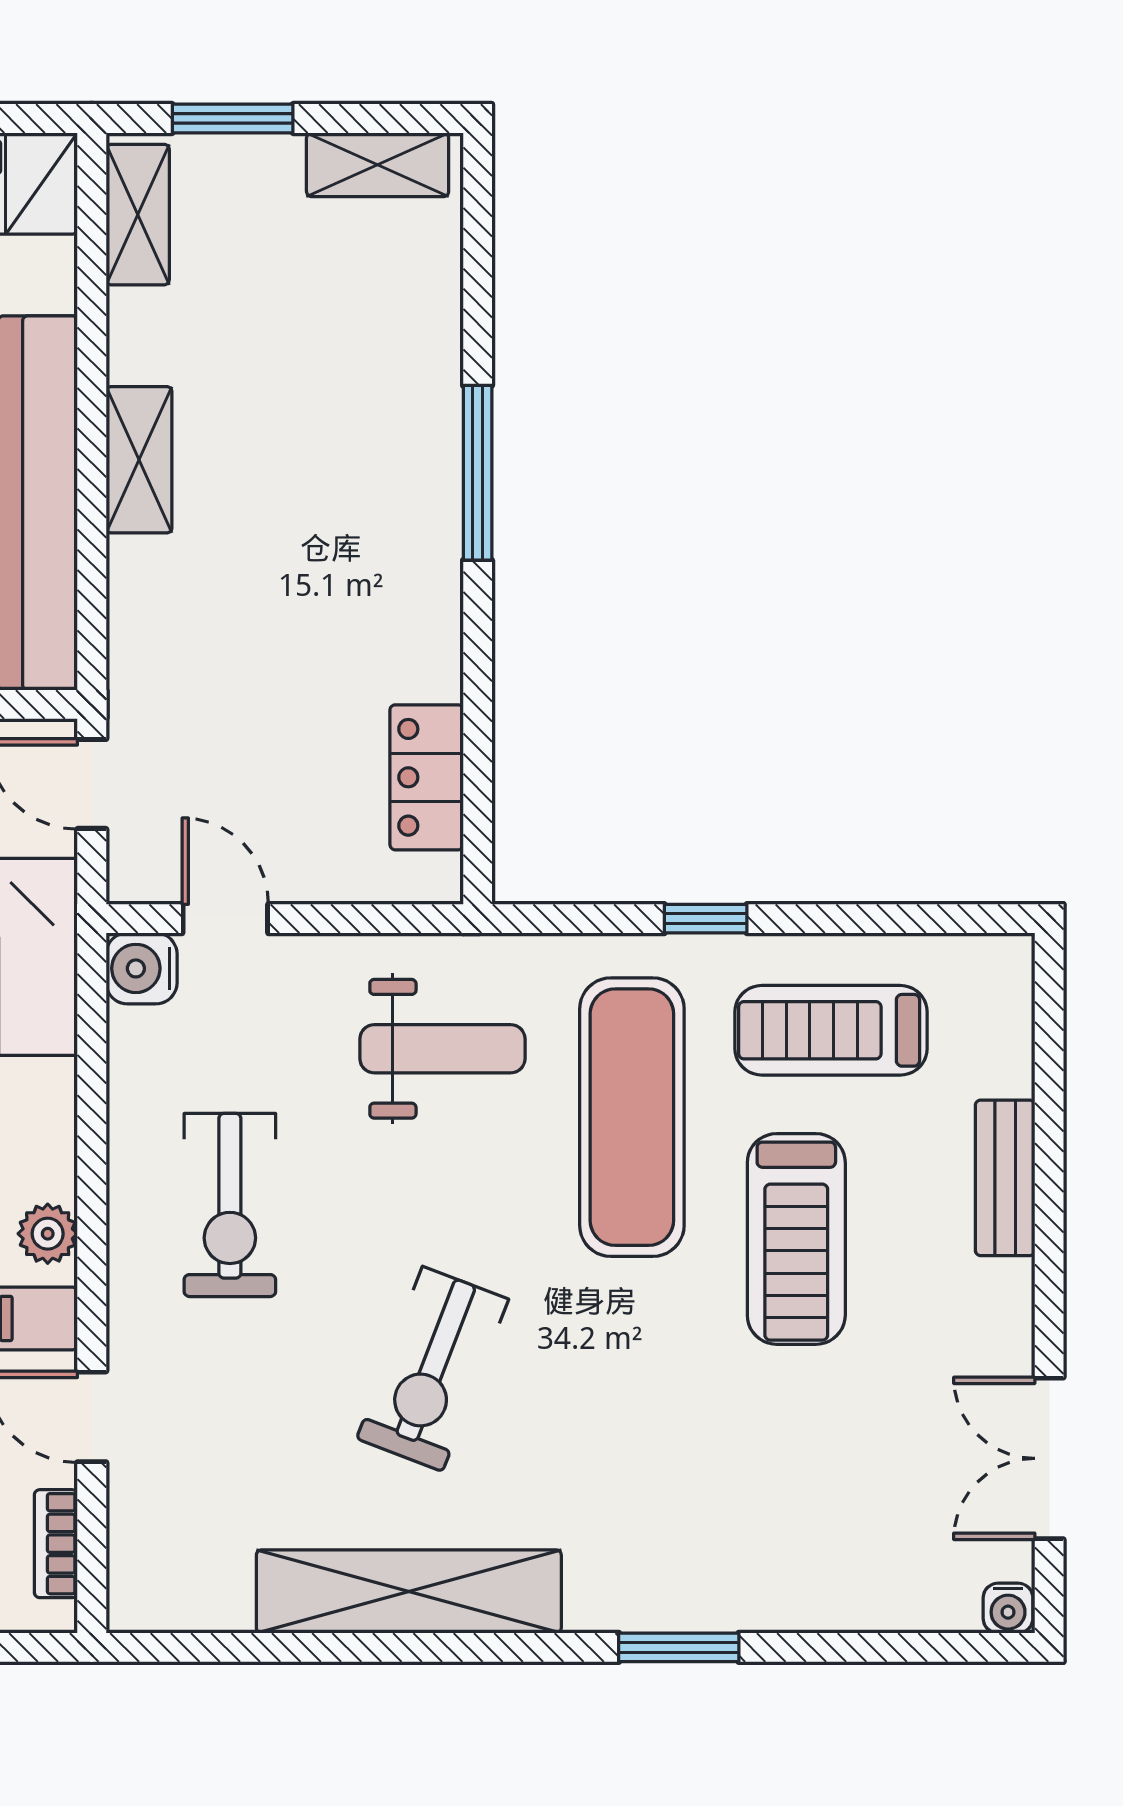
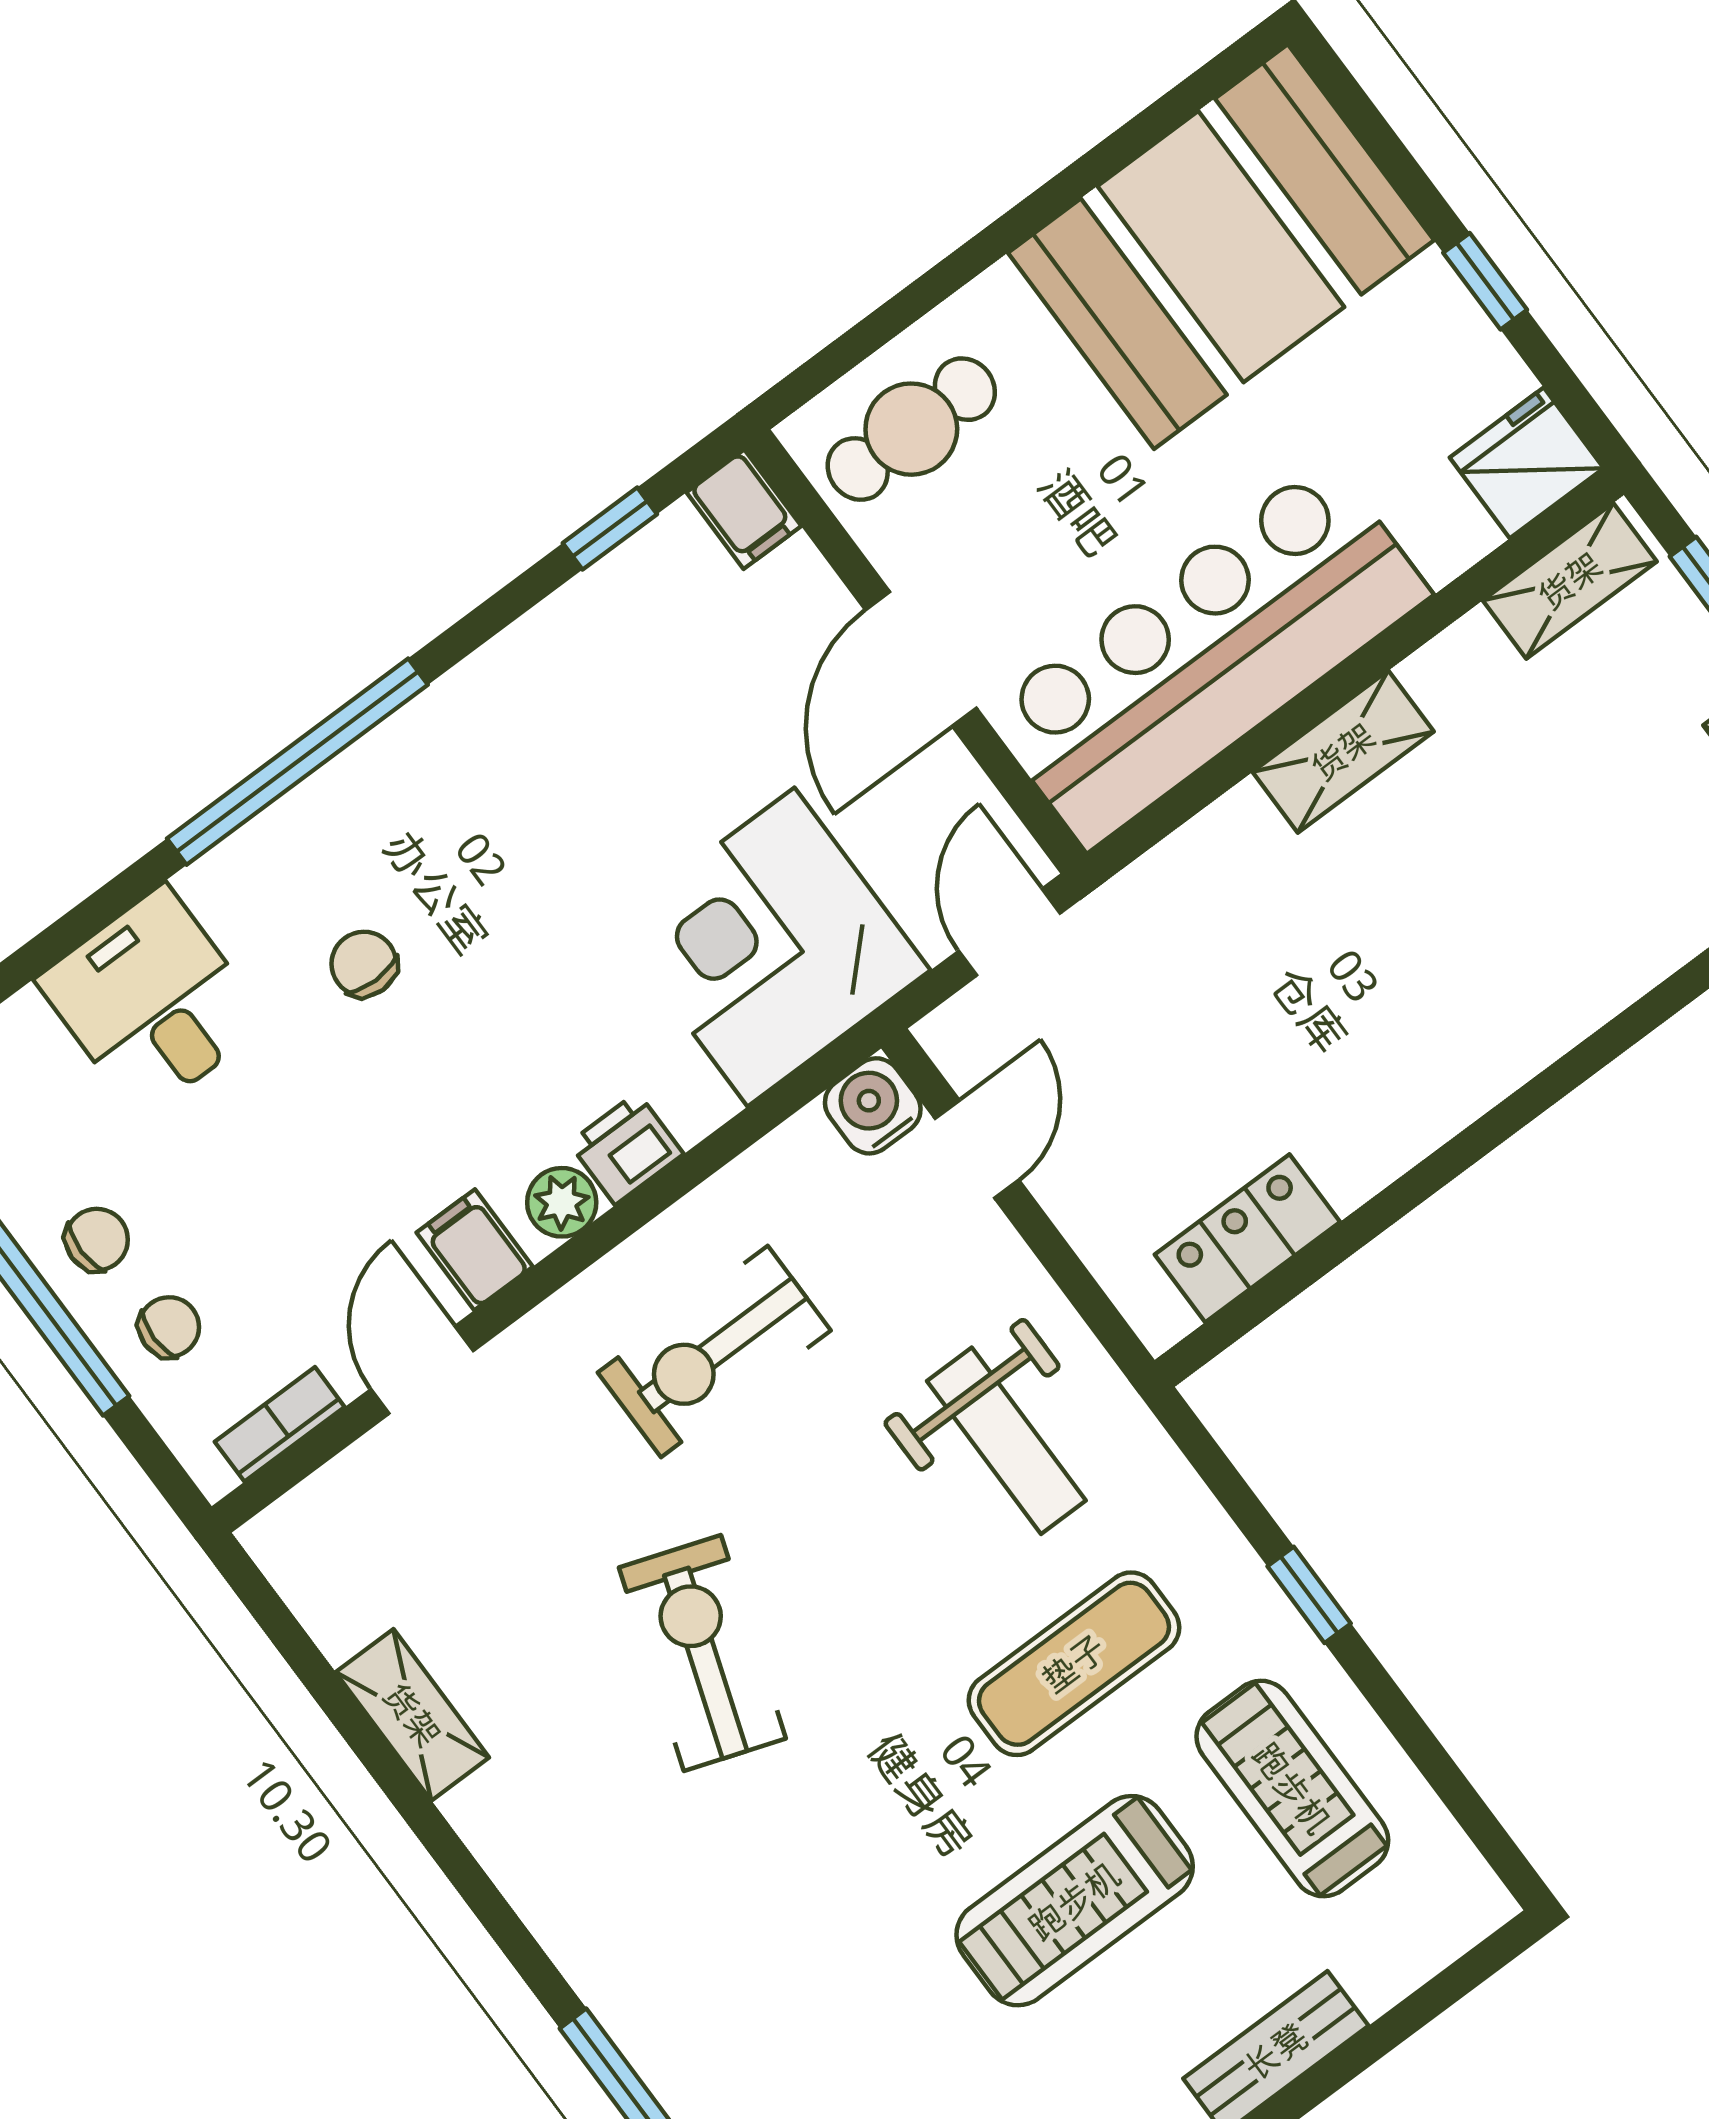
window: (478, 473) -> (1565, 1075), removed
exercise mat: (632, 1117) -> (1074, 1664), width x0.73, depth x0.69
printer: (44, 1161) -> (626, 1149), added
exercise bike: (433, 1369) -> (702, 1653), turned 88
shelving: (409, 1591) -> (412, 1715), width x0.45, depth x0.75

